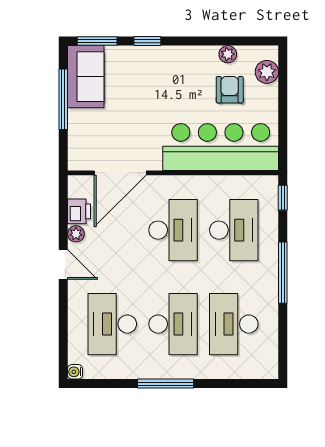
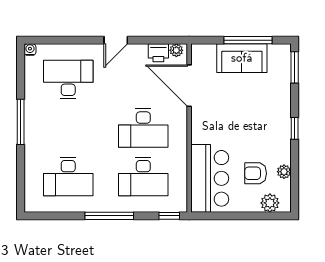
window: (147, 41) -> (295, 128), moved
sofa: (86, 77) -> (242, 58), moved
armchair: (230, 90) -> (256, 173), turned 180
bar counter: (221, 147) -> (210, 178), width x0.73
plant: (76, 234) -> (176, 50), moved
desk: (173, 324) -> (68, 128), removed
desk: (234, 324) -> (68, 177), turned 180

